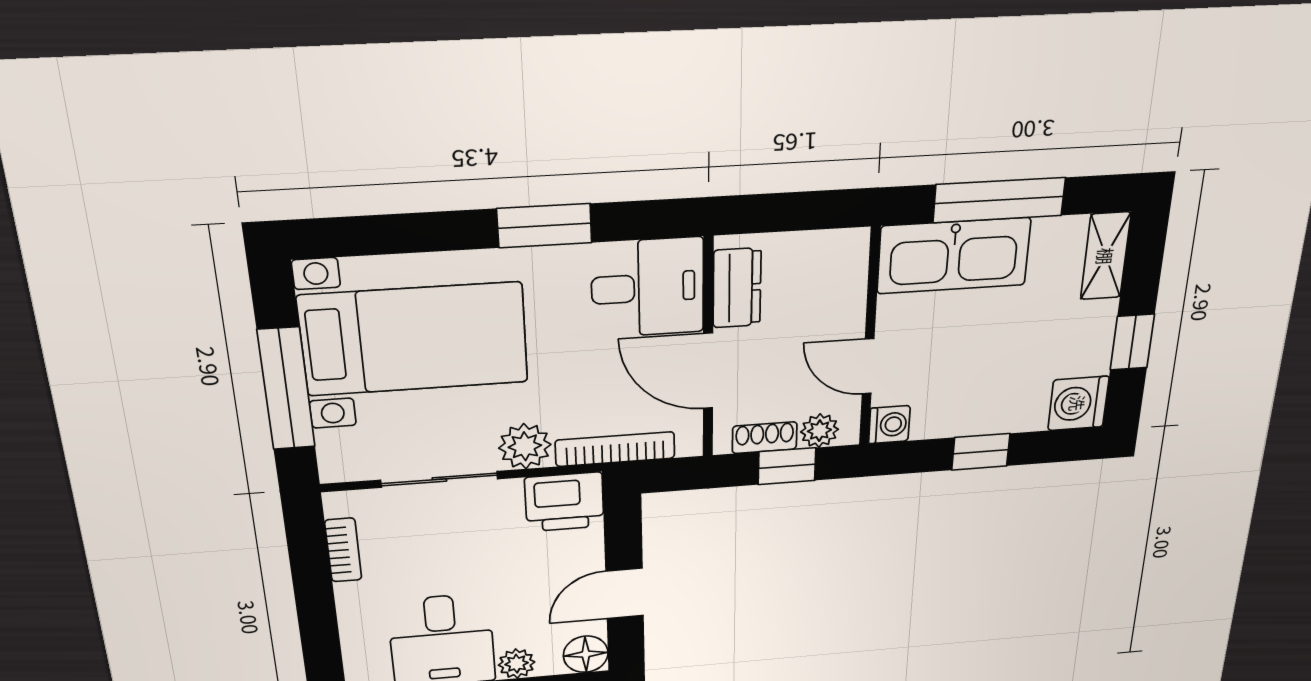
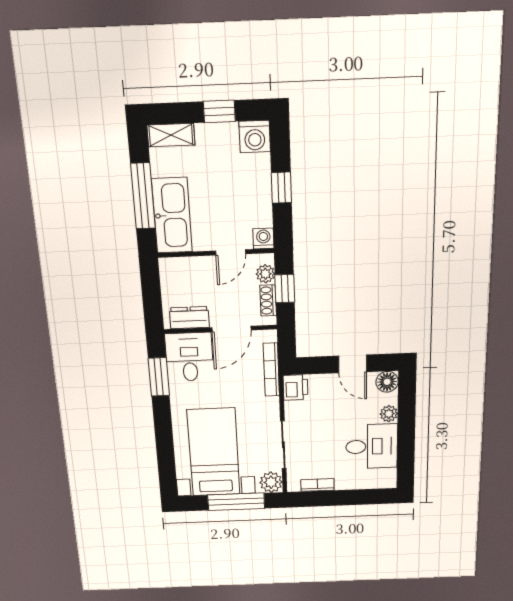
window: (544, 226) -> (159, 377), moved
plant: (525, 446) -> (271, 482), moved
printer: (564, 502) -> (295, 387), width x0.73, depth x0.81

